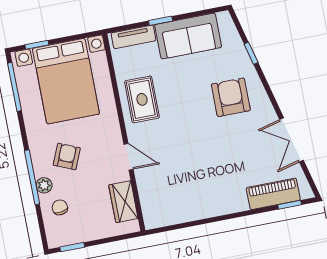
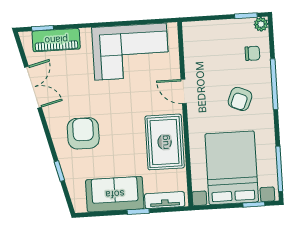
armchair: (231, 97) -> (83, 133), turned 180
rug: (142, 99) -> (165, 142), width x1.36, depth x1.43
plant: (44, 185) -> (261, 24), moved
corner sofa: (191, 192) -> (131, 52), added
wardrobe: (123, 202) -> (194, 51), removed
chair: (60, 207) -> (252, 53), turned -81

